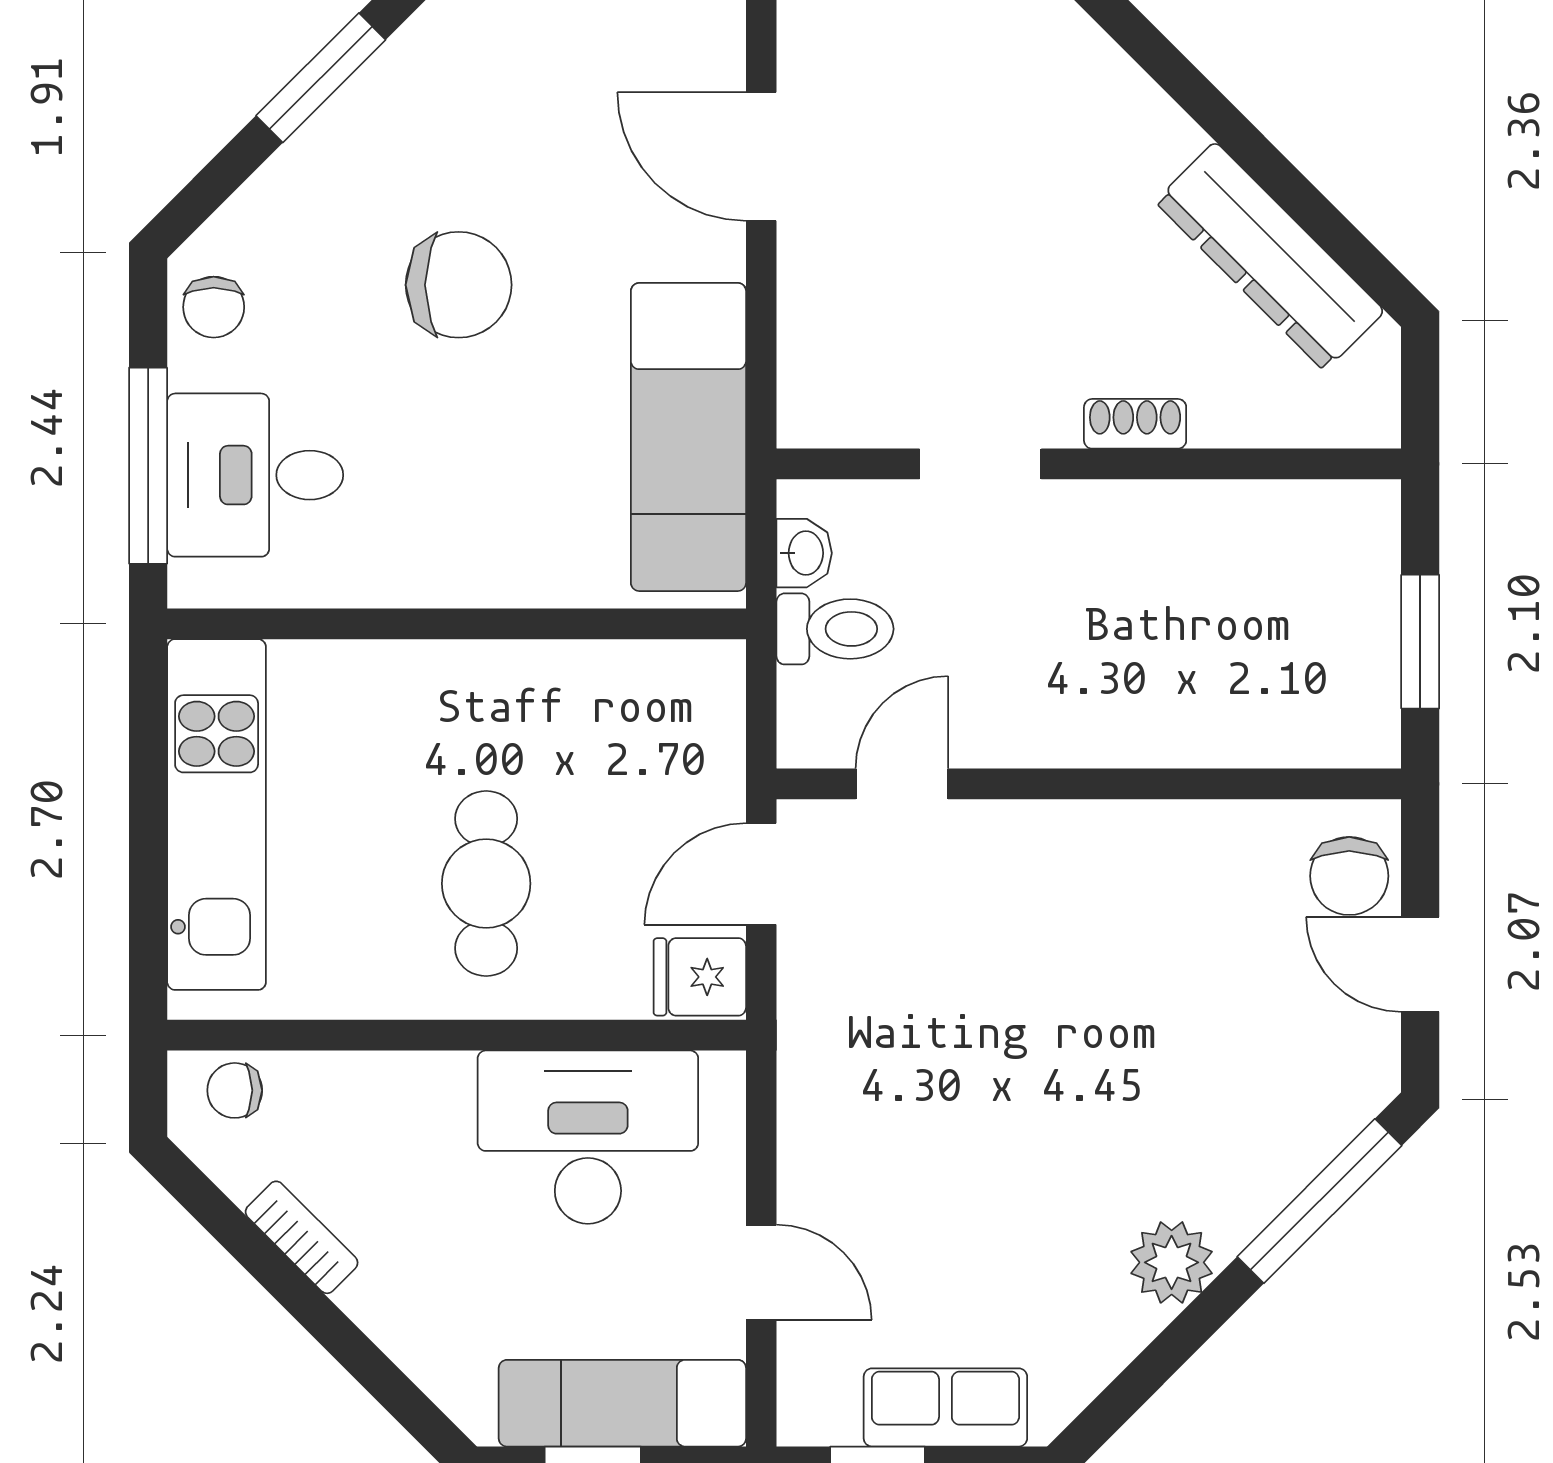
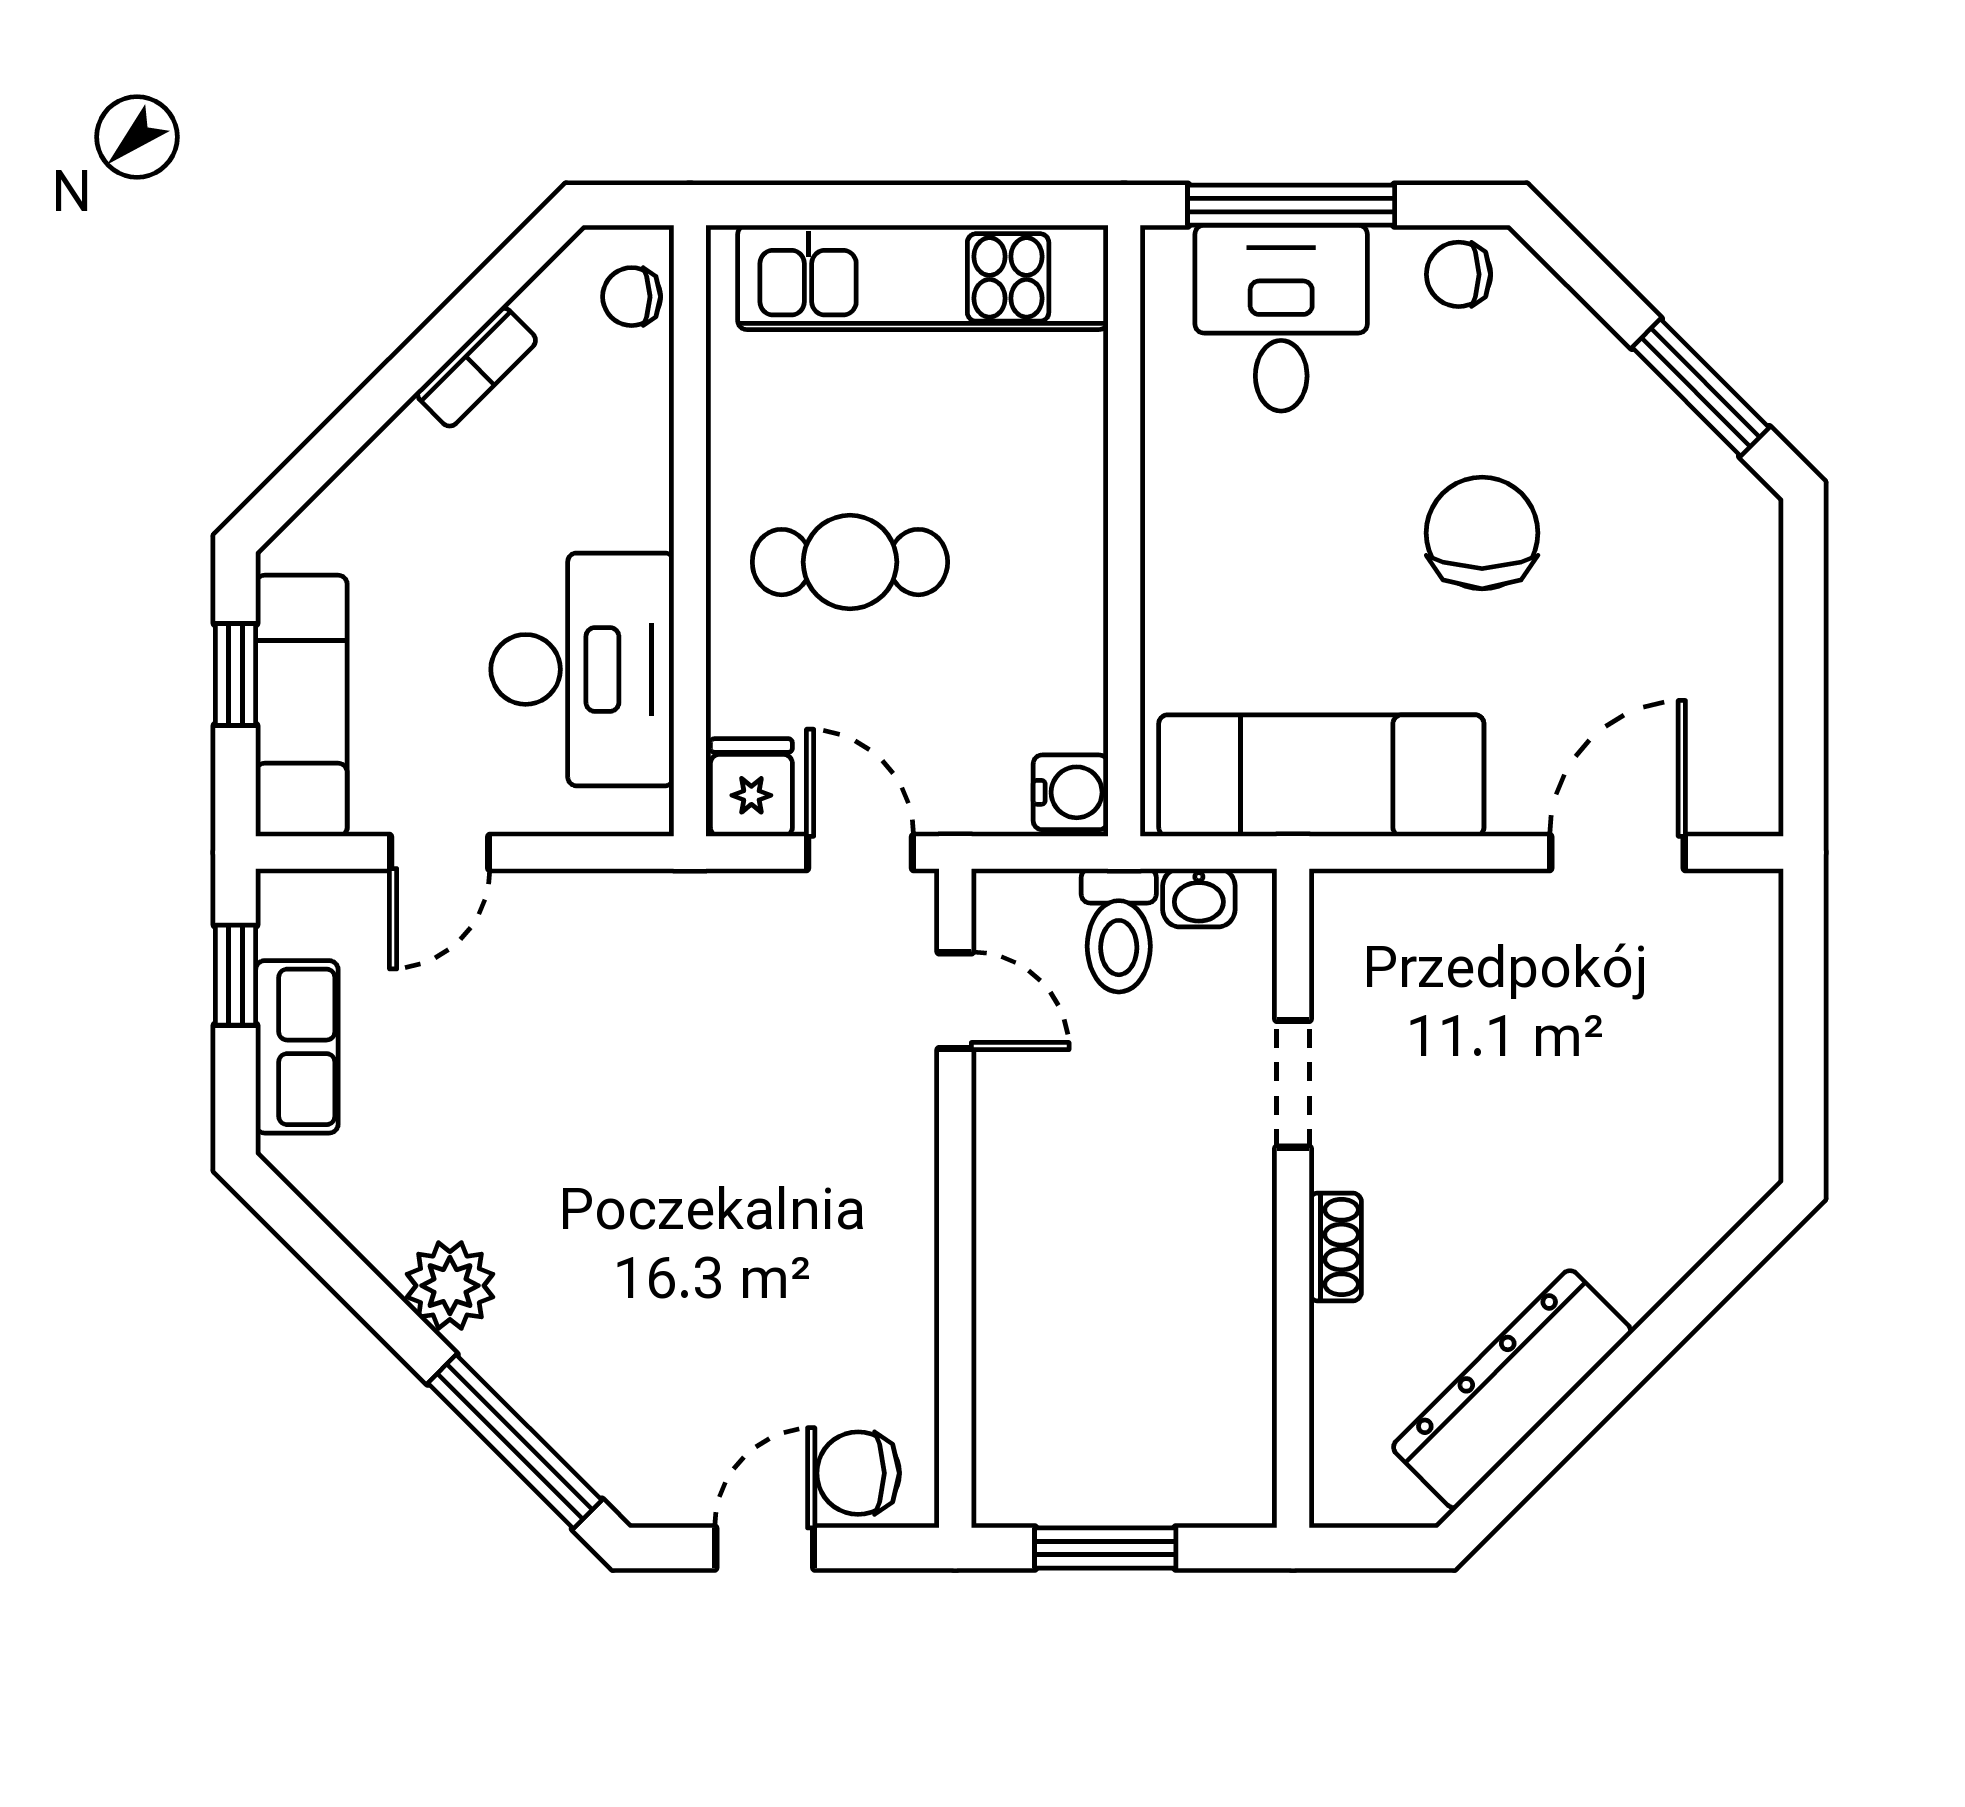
chair: (459, 285) -> (1482, 533), turned 180
water cooler: (704, 675) -> (1071, 792), added
chair: (235, 1090) -> (632, 297), turned -90

